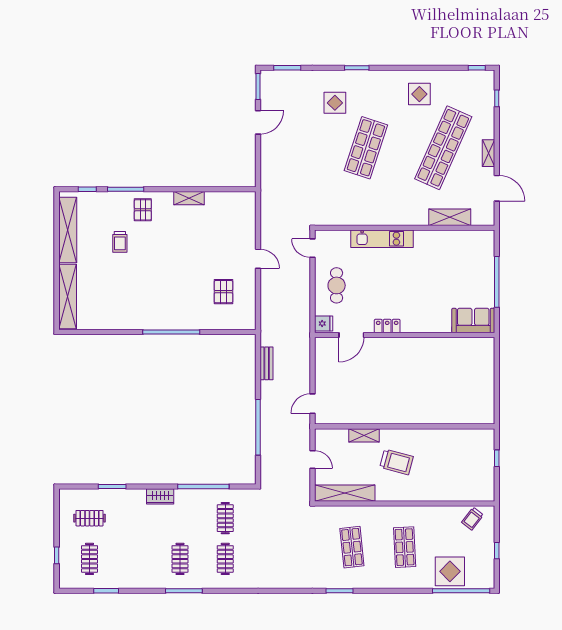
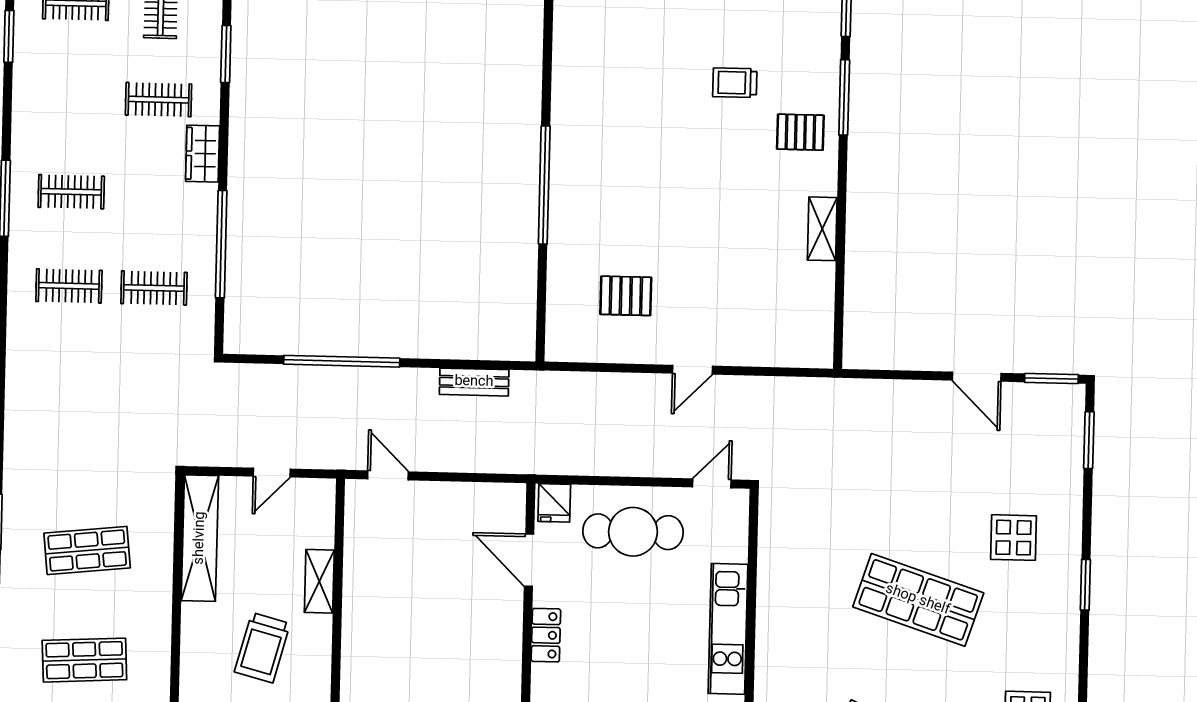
cafe table: (337, 285) -> (633, 532), width x1.37, depth x1.35
clothes rail: (135, 518) -> (159, 100), added

